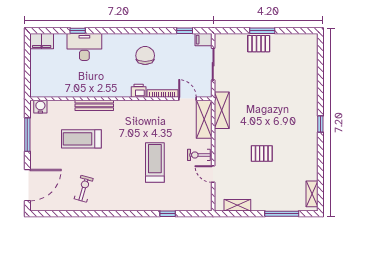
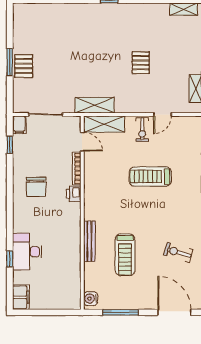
chair: (145, 56) -> (36, 187), turned -90
door: (188, 99) -> (82, 142), swing flipped

